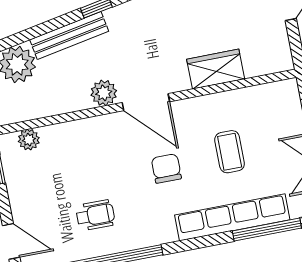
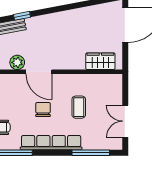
wardrobe: (216, 69) -> (100, 61), moved
row of seats: (232, 217) -> (51, 143), moved

